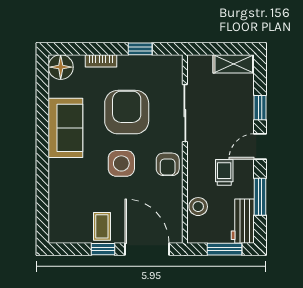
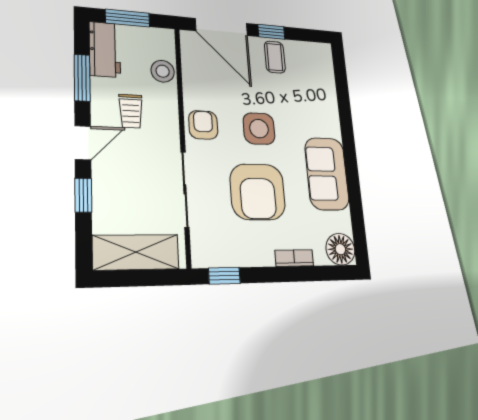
window: (140, 49) -> (224, 276), moved
shelving: (234, 64) -> (136, 252), width x1.50, depth x1.33

